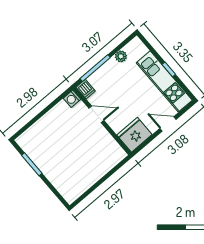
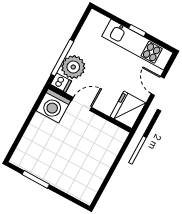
plant: (121, 56) -> (73, 67), moved, width x1.88, depth x1.88
washing machine: (72, 99) -> (53, 106), width x1.89, depth x1.89
door: (168, 124) -> (158, 86), hinge flipped

